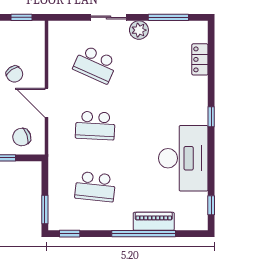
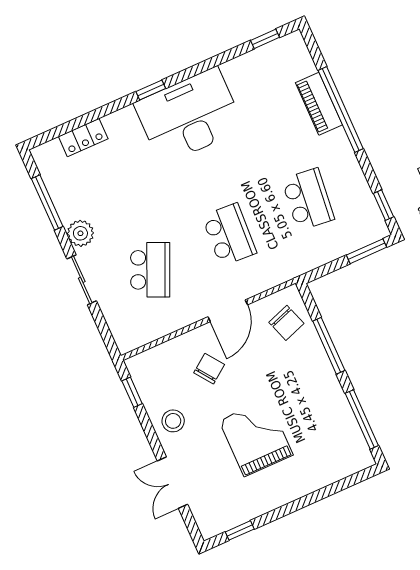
desk: (183, 158) -> (189, 116), moved

